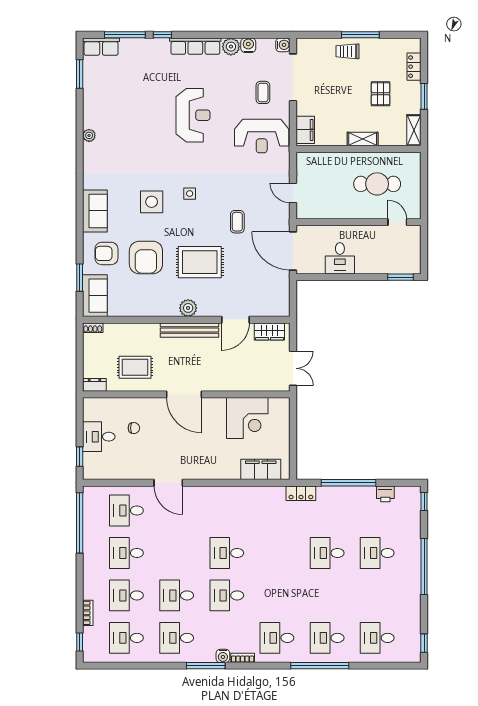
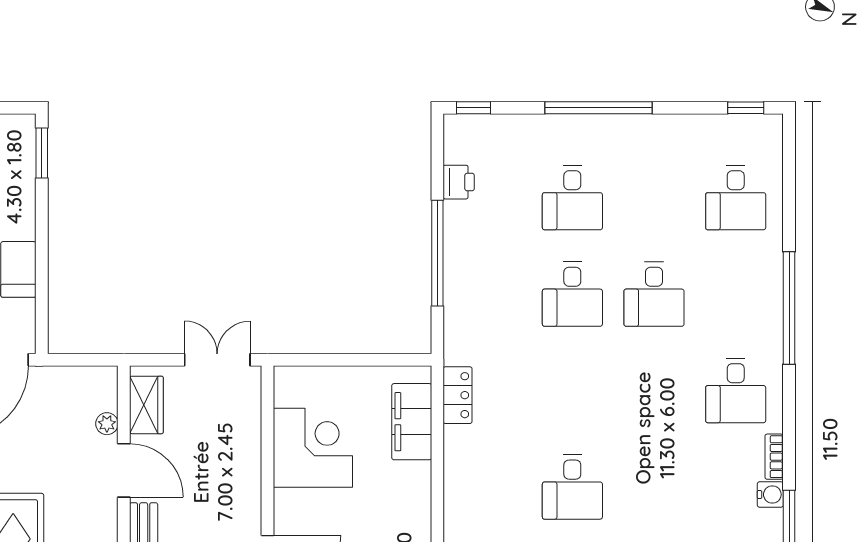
plant: (260, 311) -> (107, 424), added
locker: (301, 493) -> (458, 395), moved
desk: (227, 595) -> (654, 487), removed
desk: (327, 638) -> (654, 294), moved

